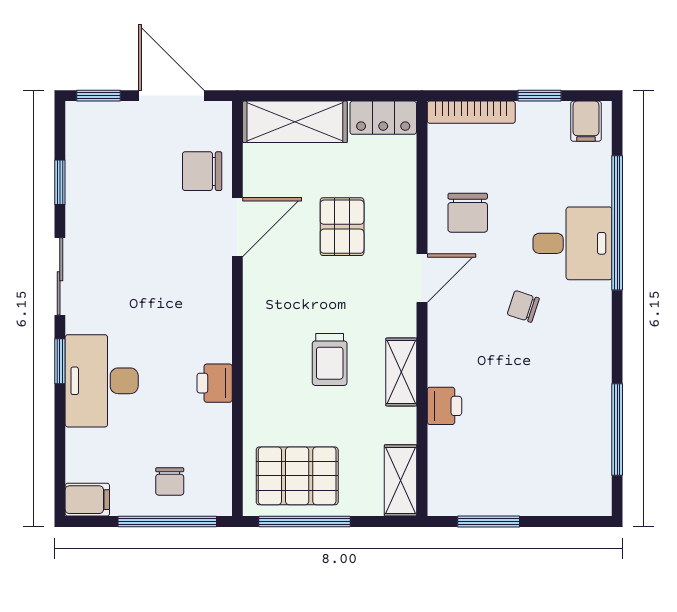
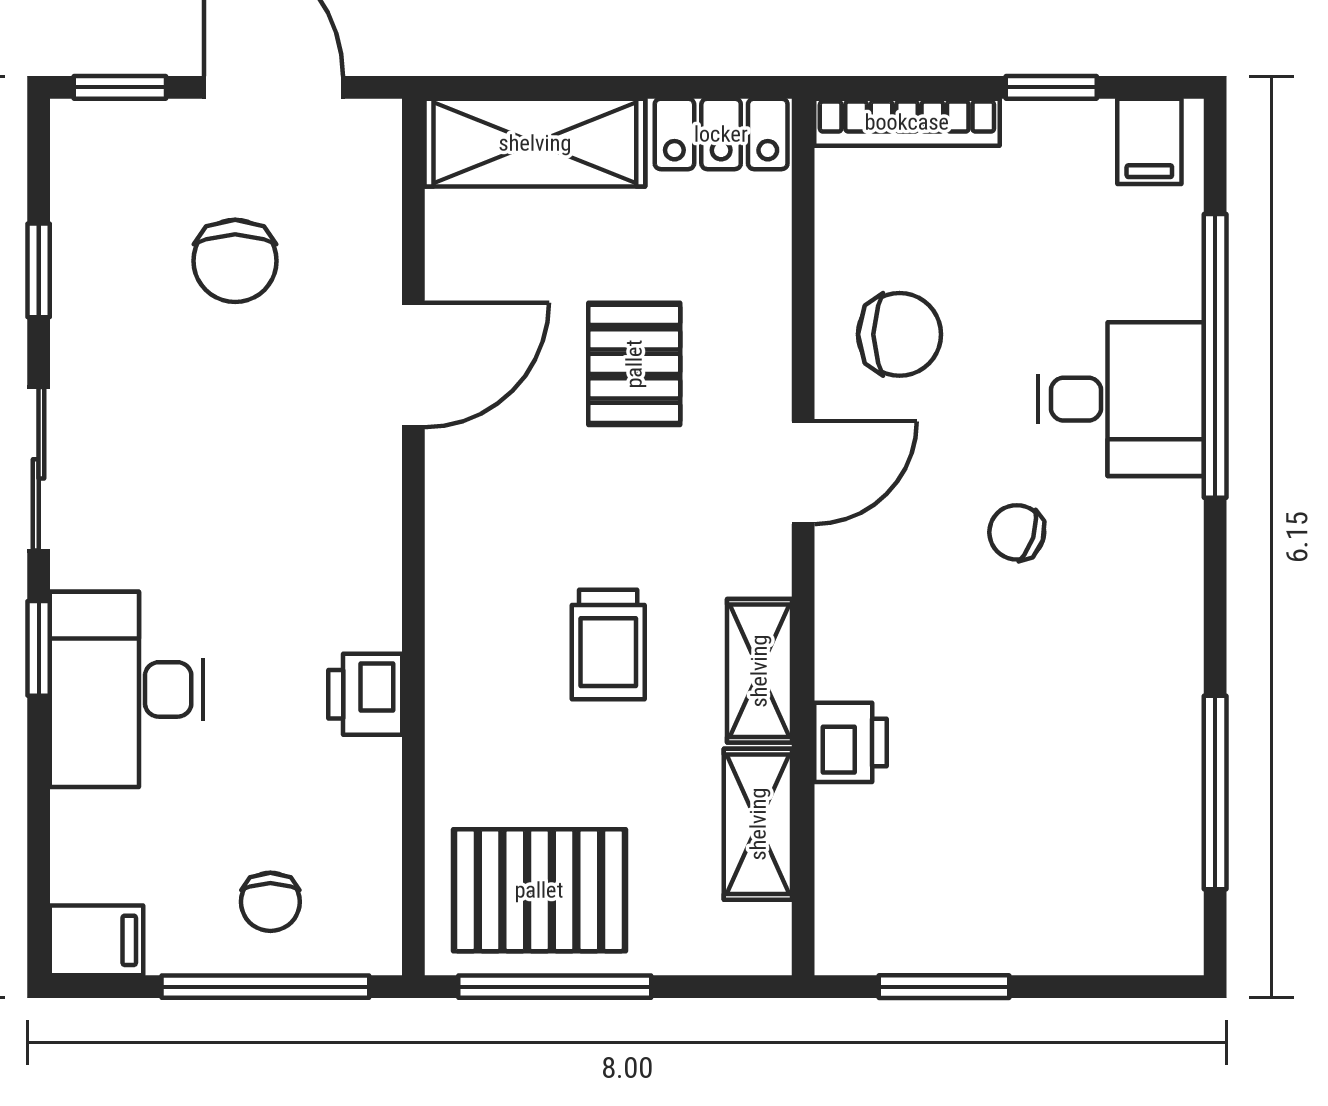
chair: (202, 171) -> (235, 261), moved, turned -90
chair: (468, 213) -> (900, 334), turned -90
shelving: (401, 480) -> (758, 824), moved

